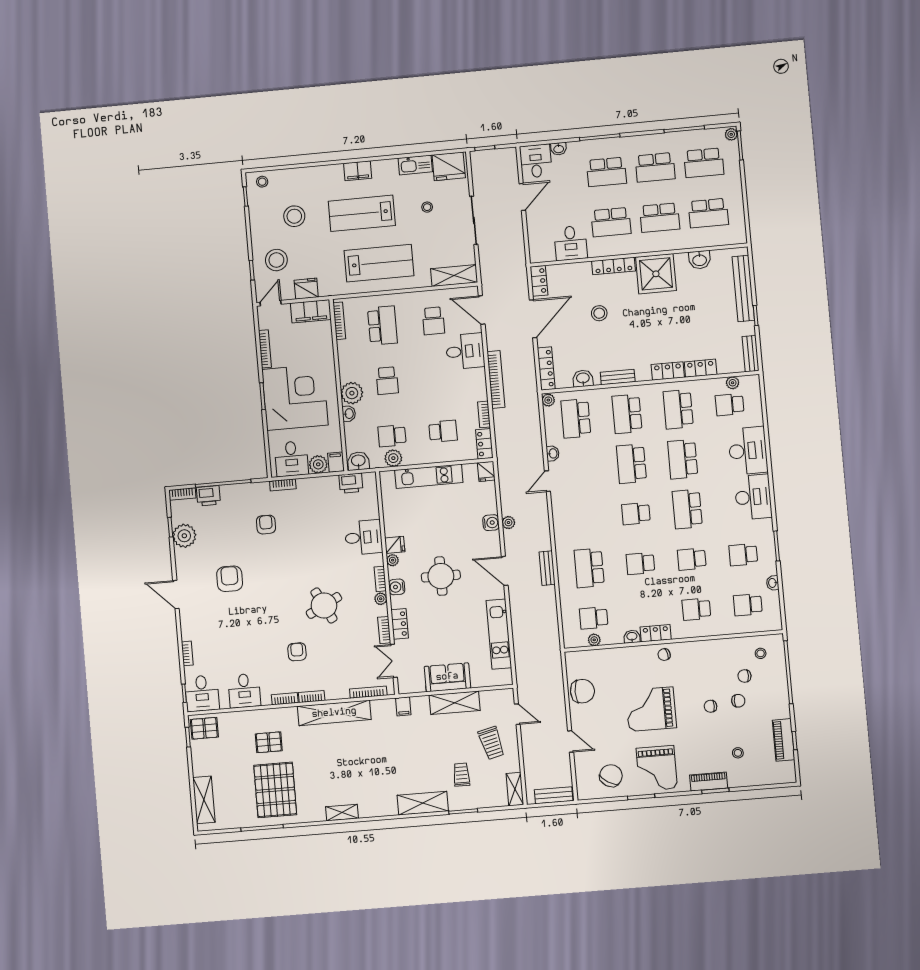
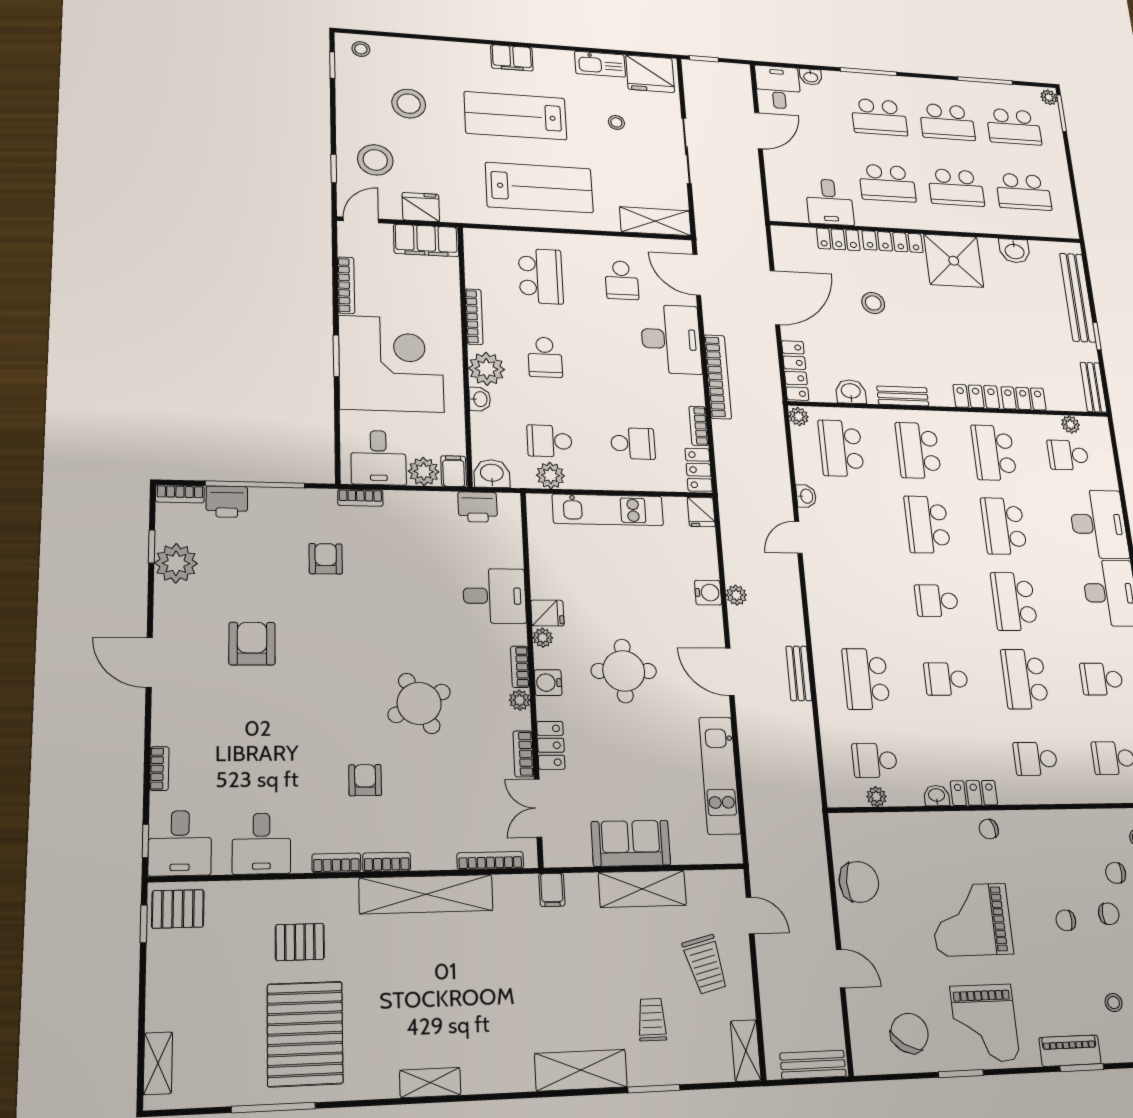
locker: (539, 281) -> (838, 239), moved, turned 90
bookcase: (339, 321) -> (474, 317), moved
desk: (465, 351) -> (671, 339), width x1.37
school desk: (692, 559) -> (1025, 679), width x1.85
shelving: (204, 800) -> (158, 1063), width x0.67, depth x0.75

